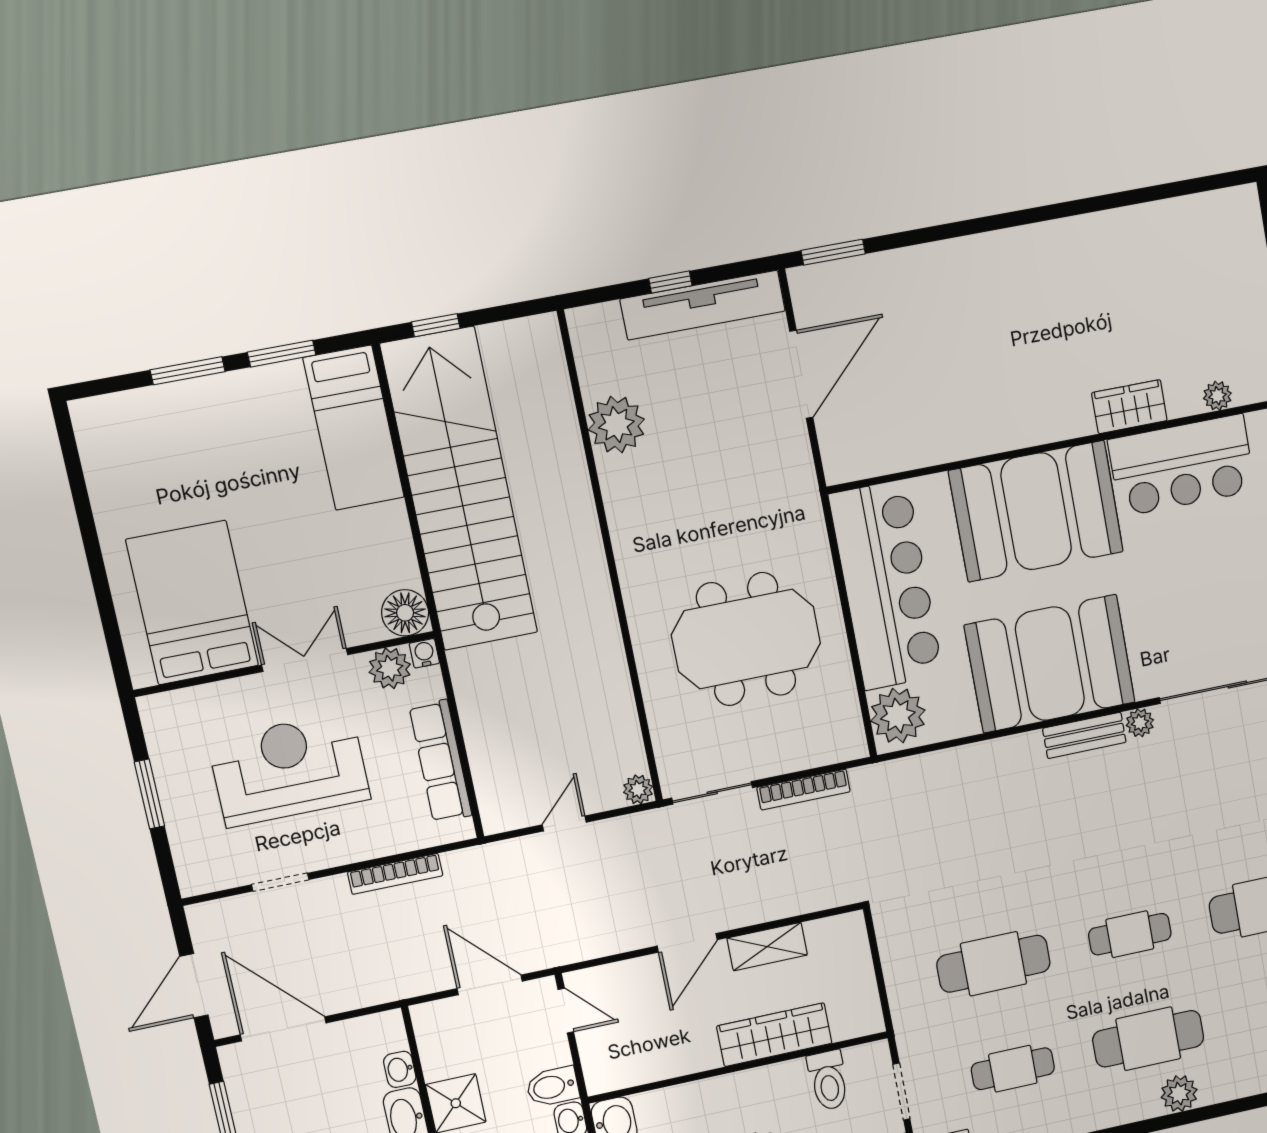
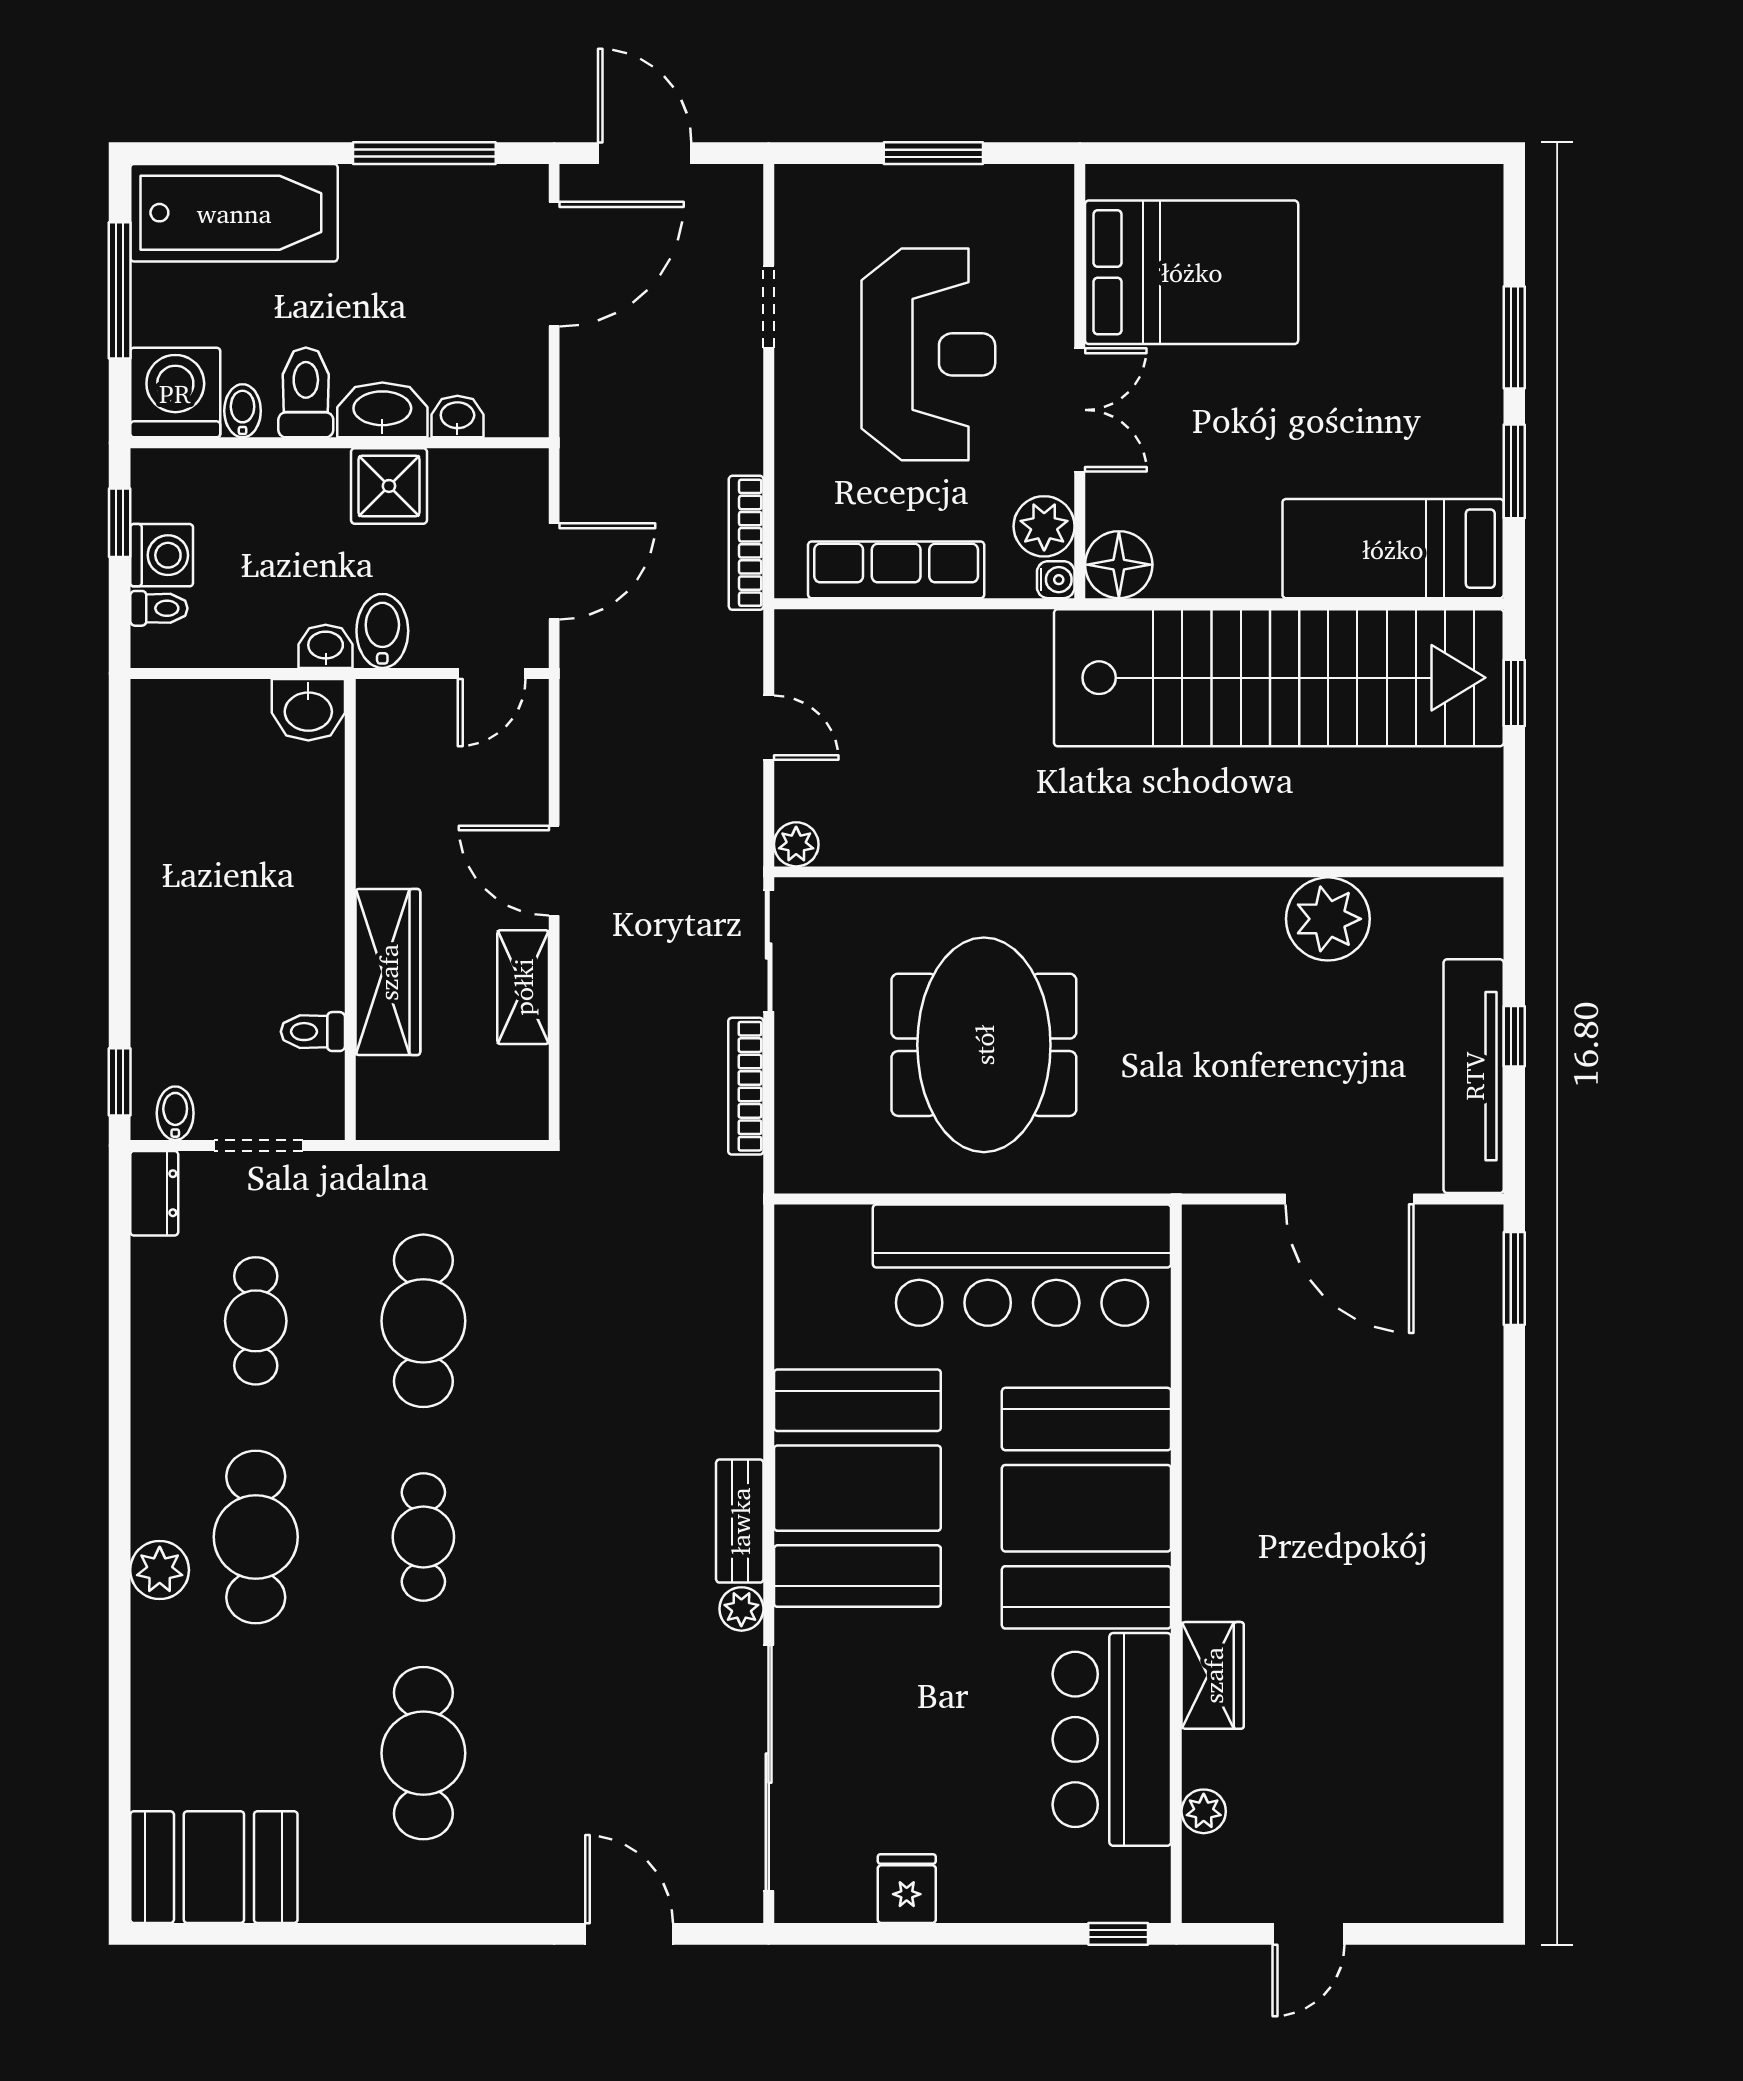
plant: (898, 716) -> (826, 1247), removed
bookcase: (395, 874) -> (746, 543), moved
toilet: (828, 1080) -> (313, 1032), width x0.73, depth x0.72

